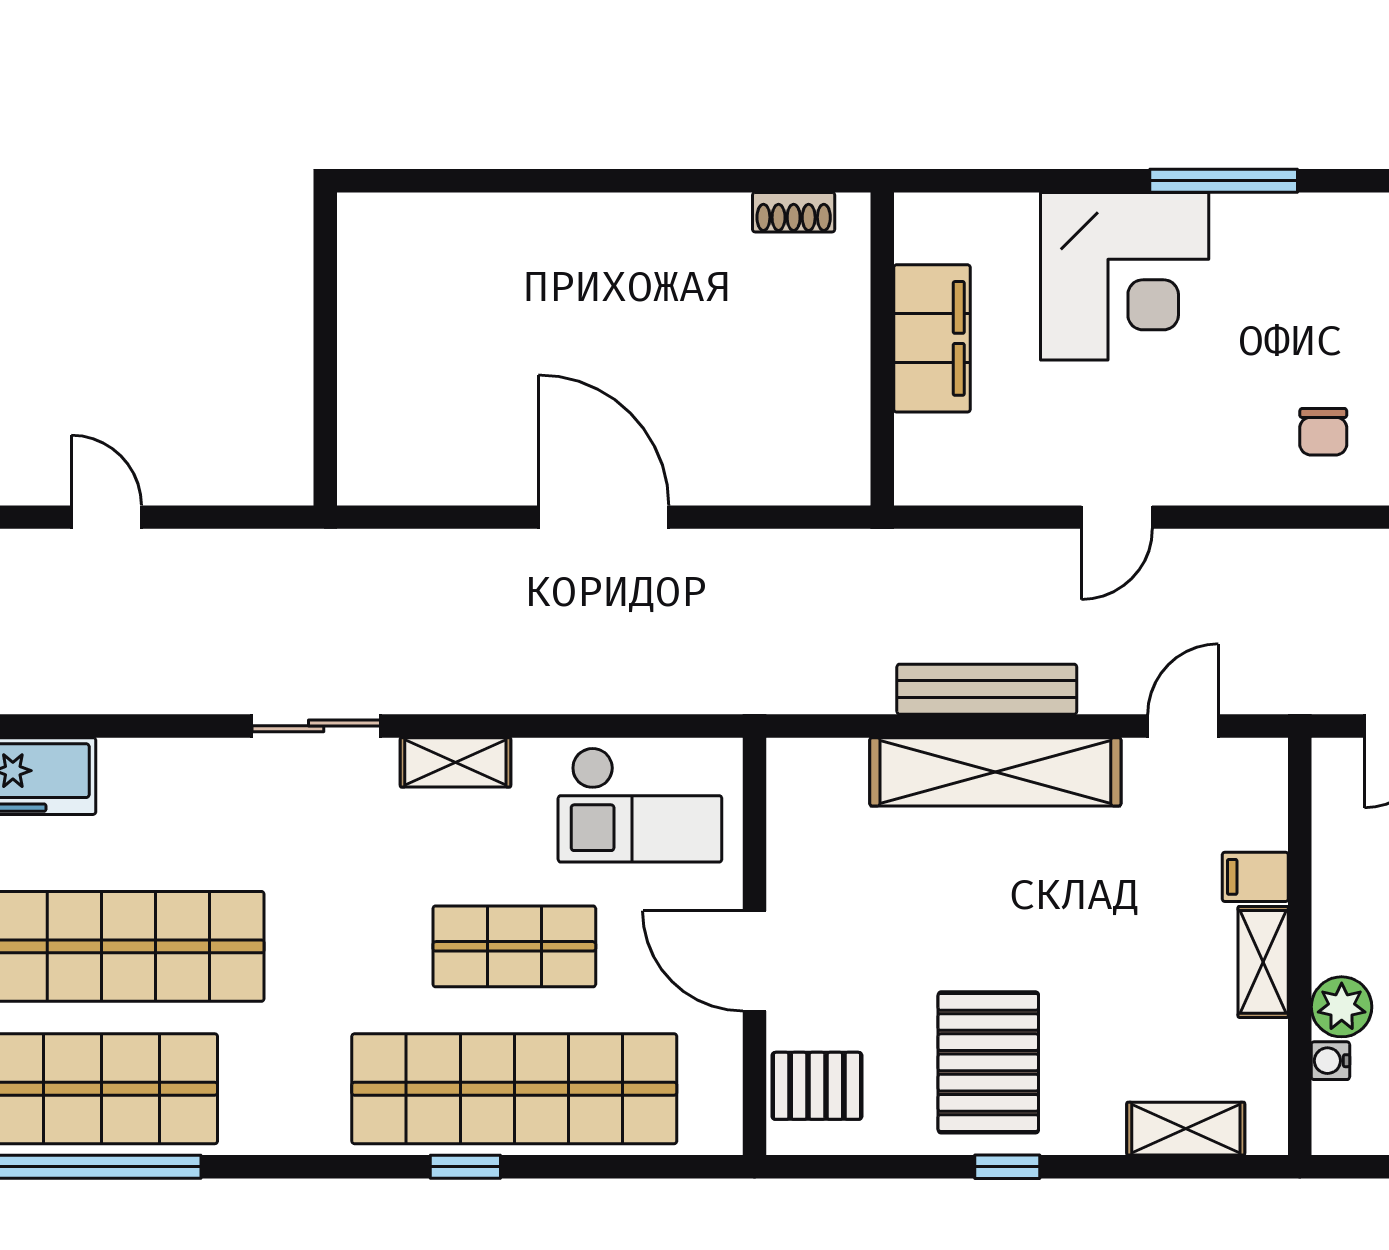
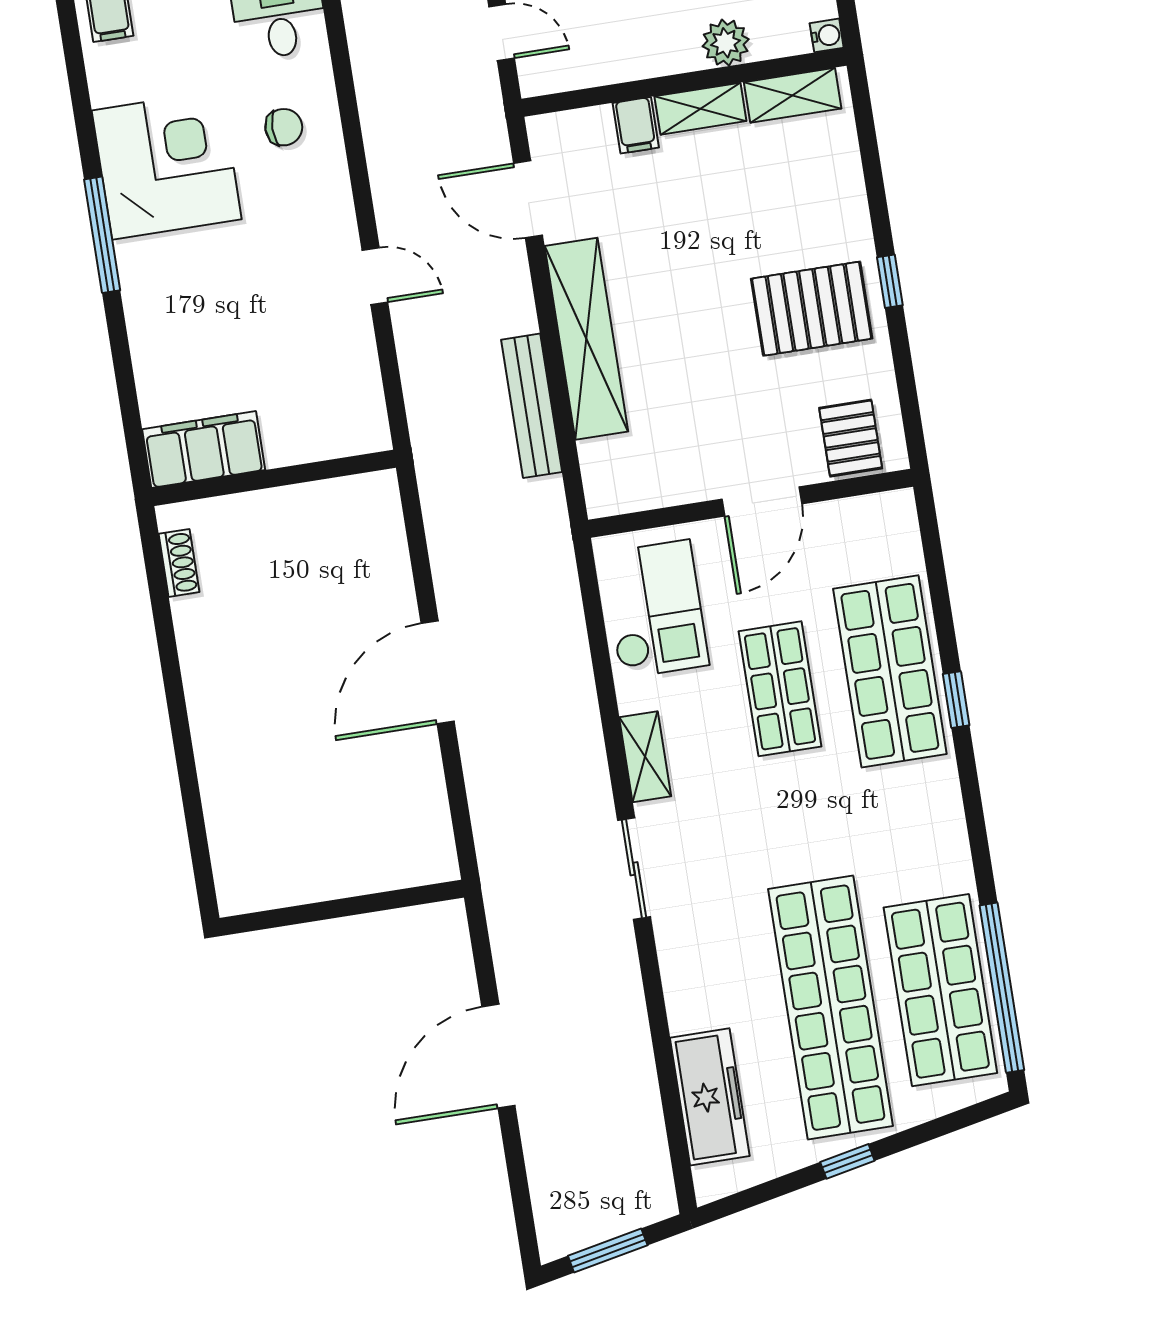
corner desk: (1125, 276) -> (167, 165), moved
filing cabinet: (932, 338) -> (204, 450), moved
door: (106, 517) -> (498, 1056), width x1.88
bench: (987, 689) -> (532, 406), moved
door: (1183, 726) -> (528, 199), width x1.38
water cooler: (1330, 1061) -> (827, 35), moved, turned -90
shop shelf: (514, 1089) -> (890, 671), width x0.71
shelving: (1186, 1129) -> (793, 95), moved, turned 90

